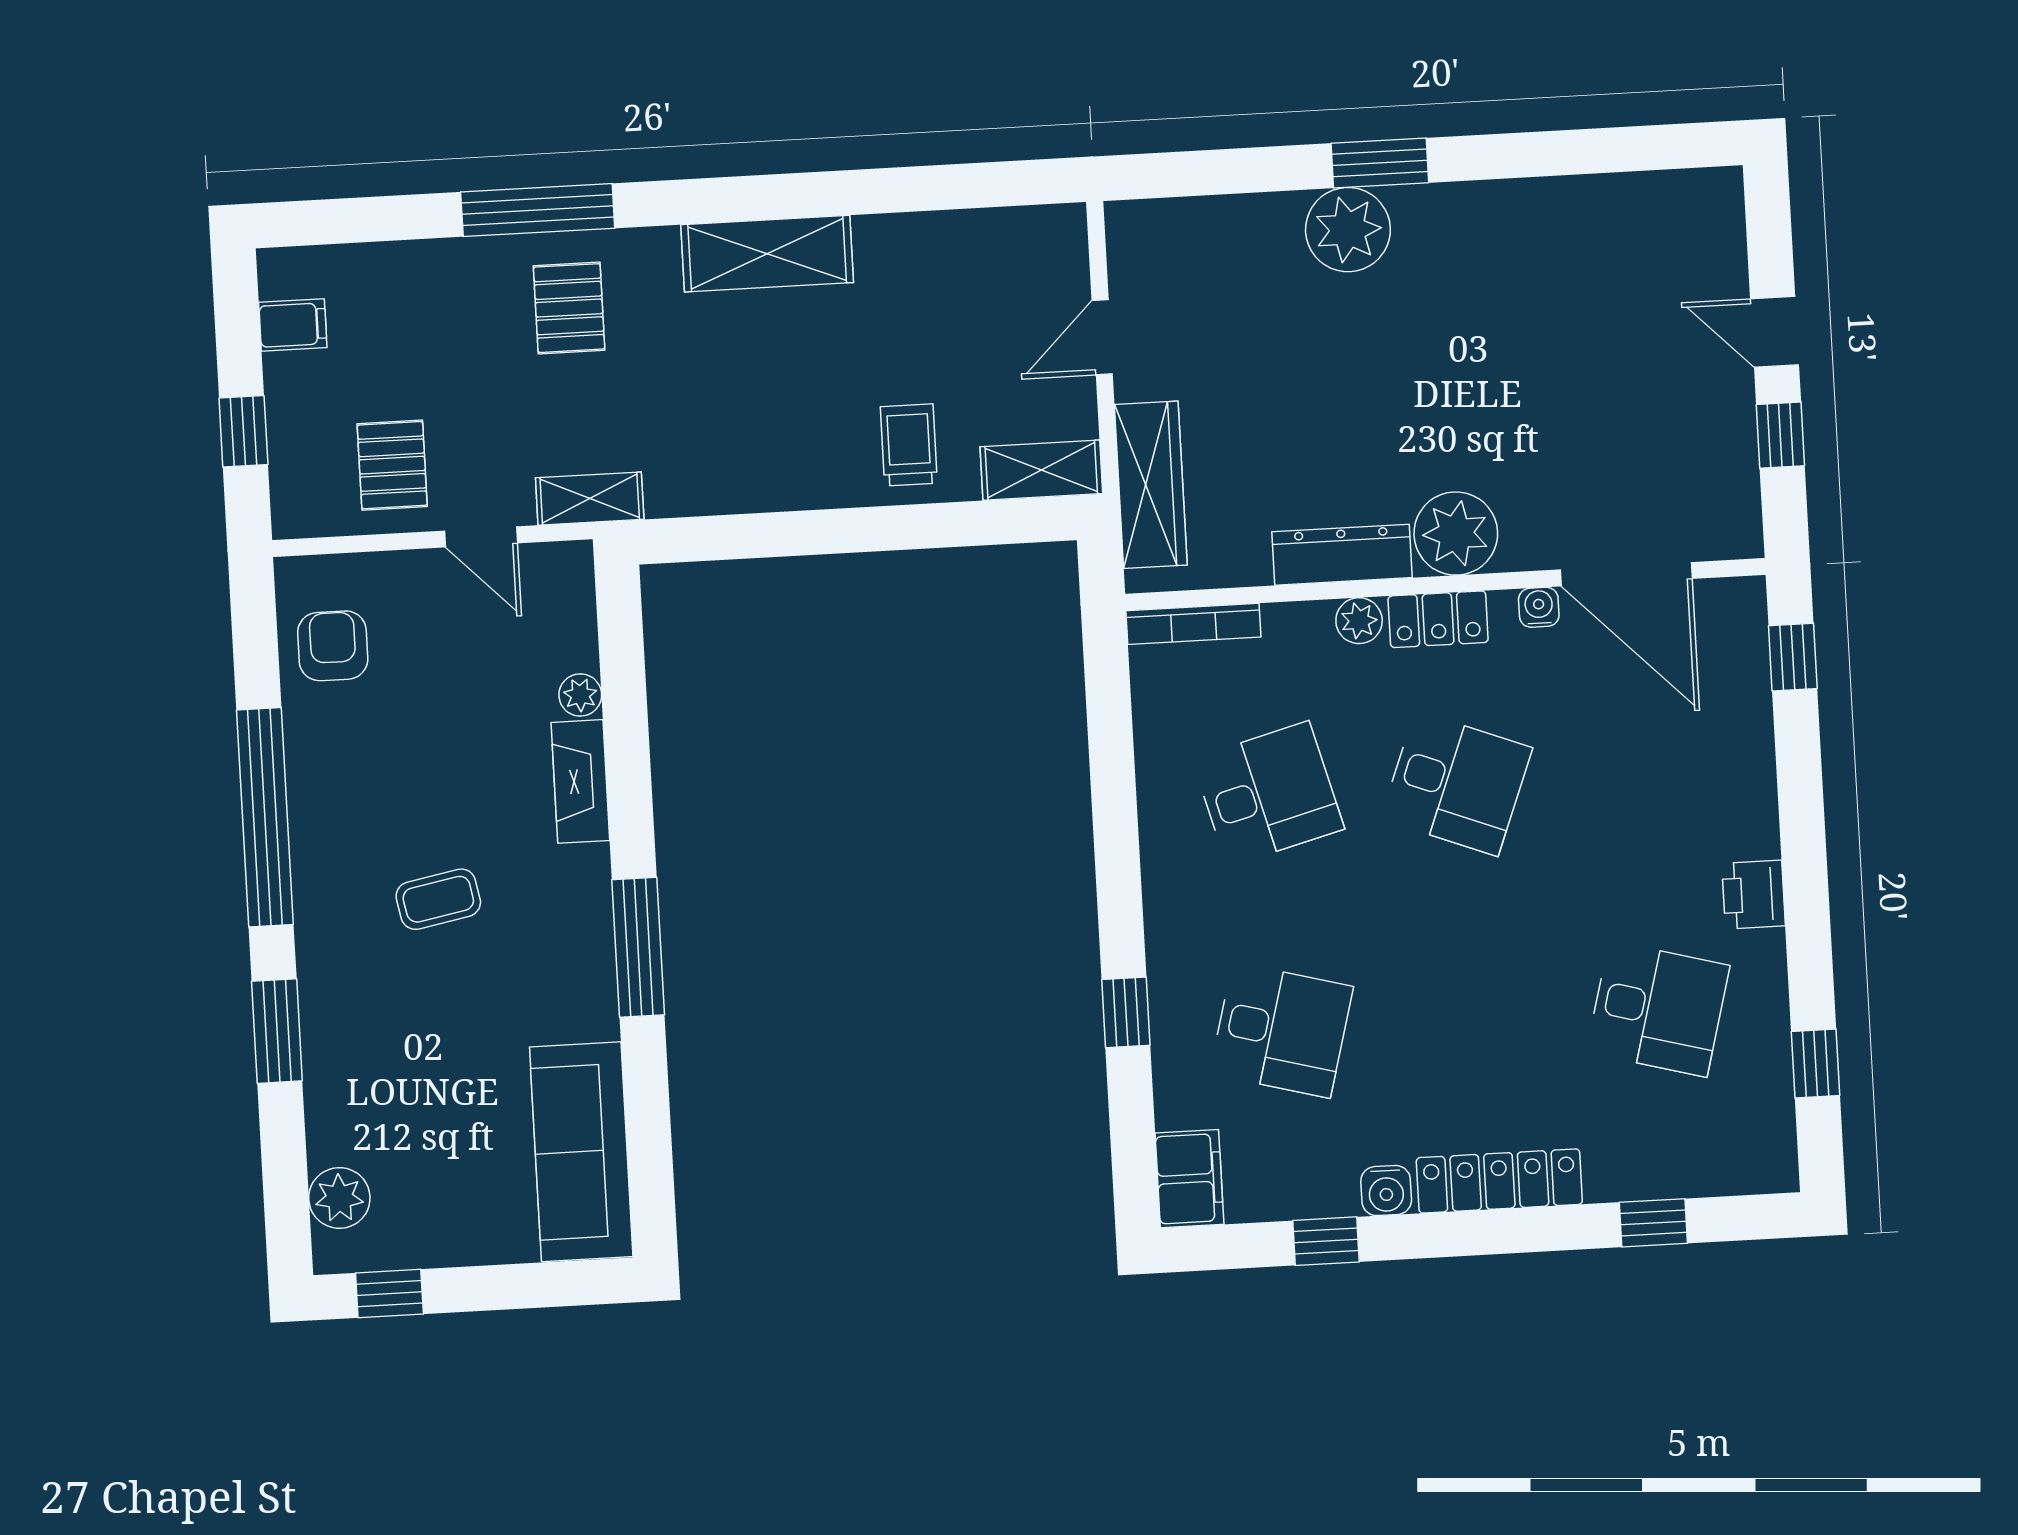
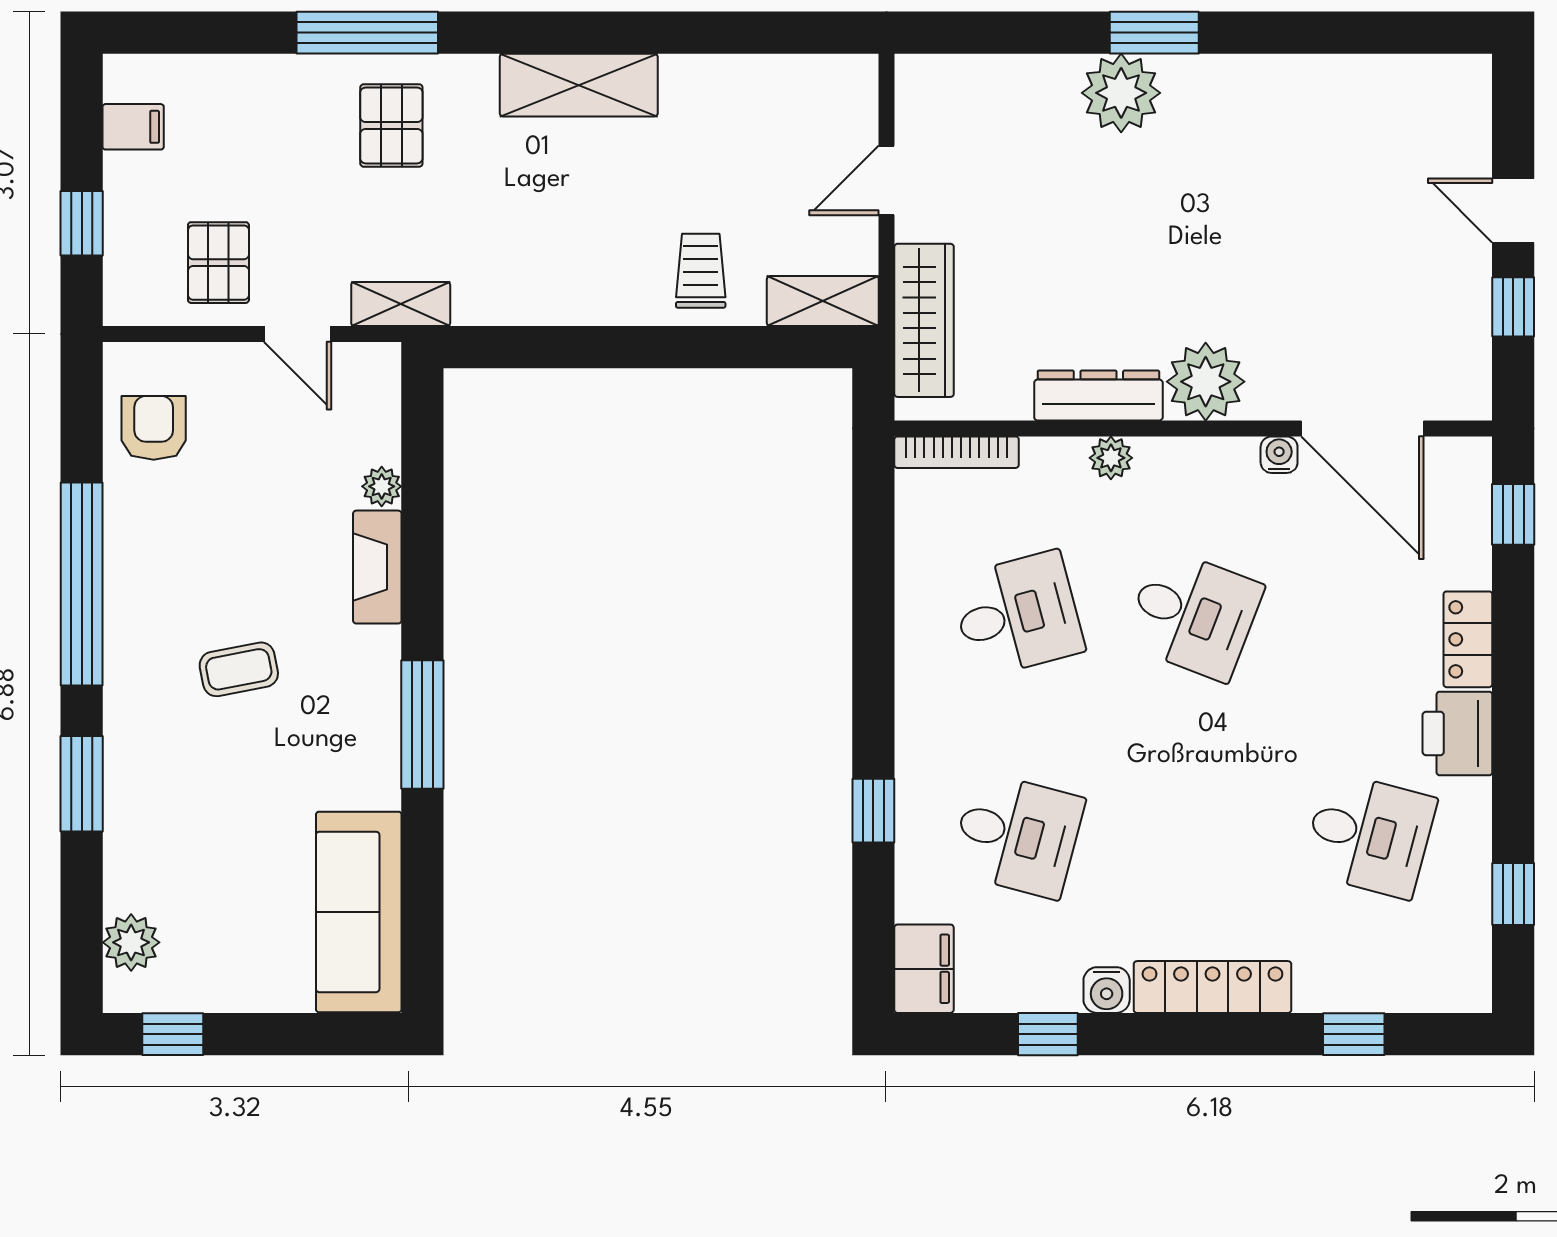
locker: (1438, 619) -> (1468, 639), moved, turned 90
printer: (1753, 895) -> (1457, 733), width x1.36, depth x1.24

